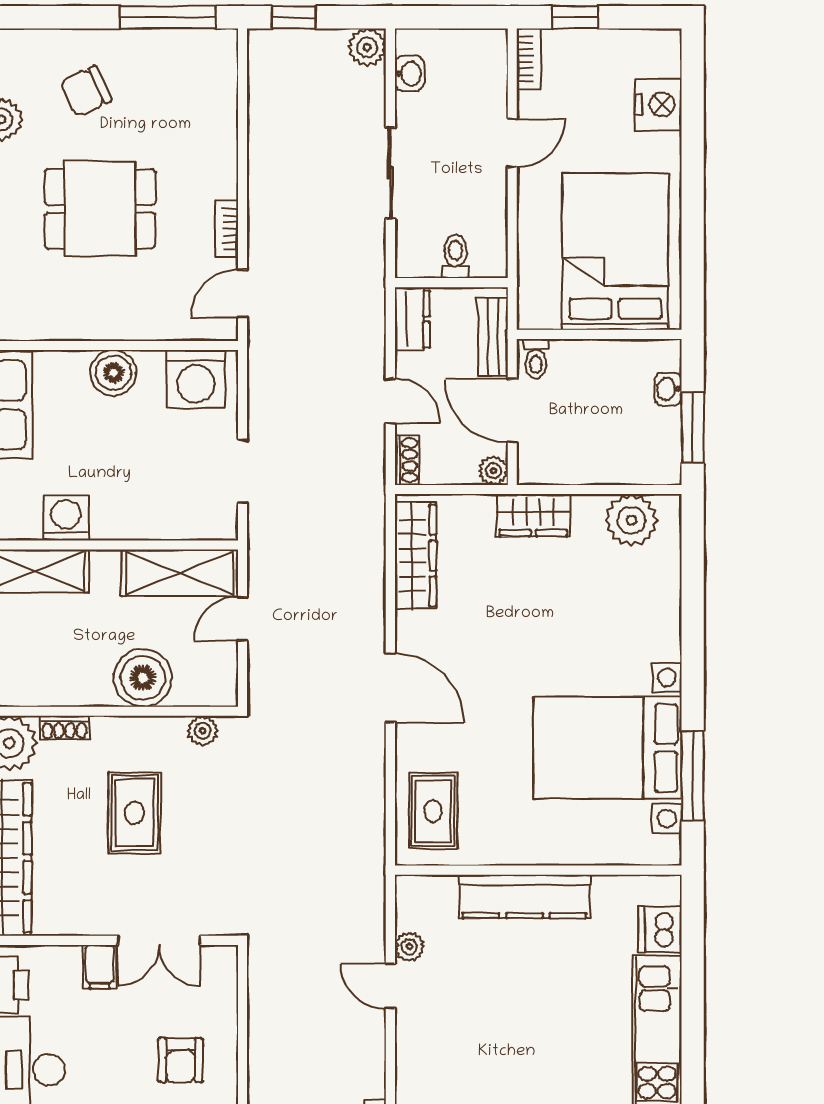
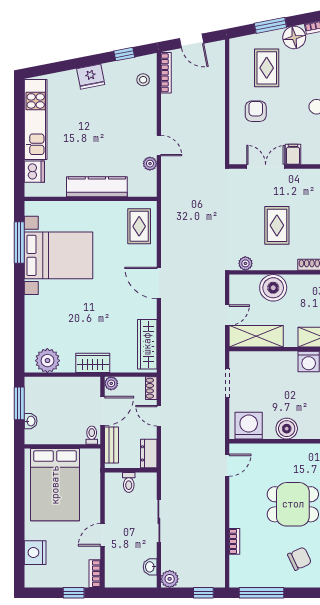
bookcase: (227, 229) -> (234, 541), moved
door: (512, 411) -> (103, 411), hinge flipped

